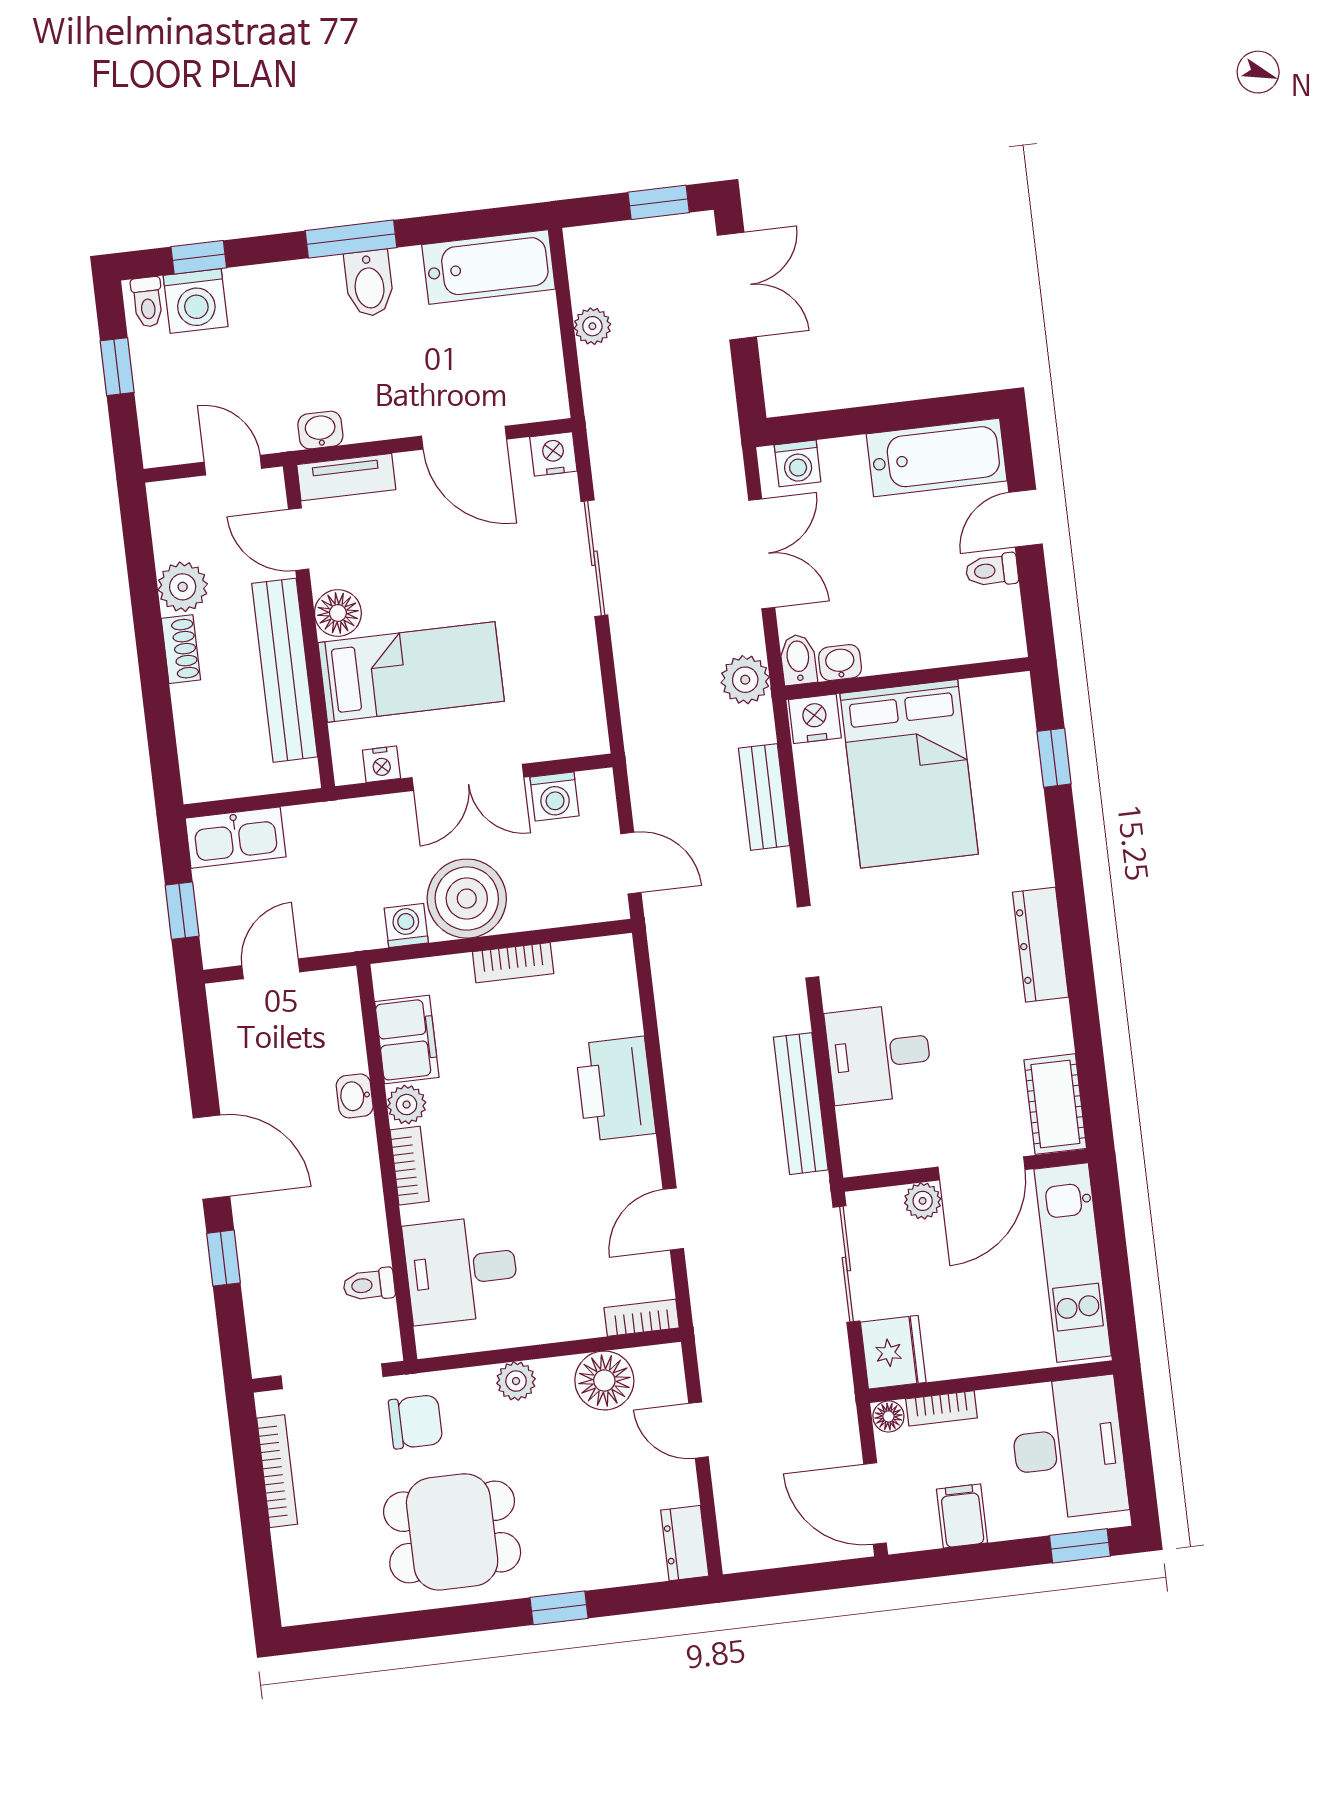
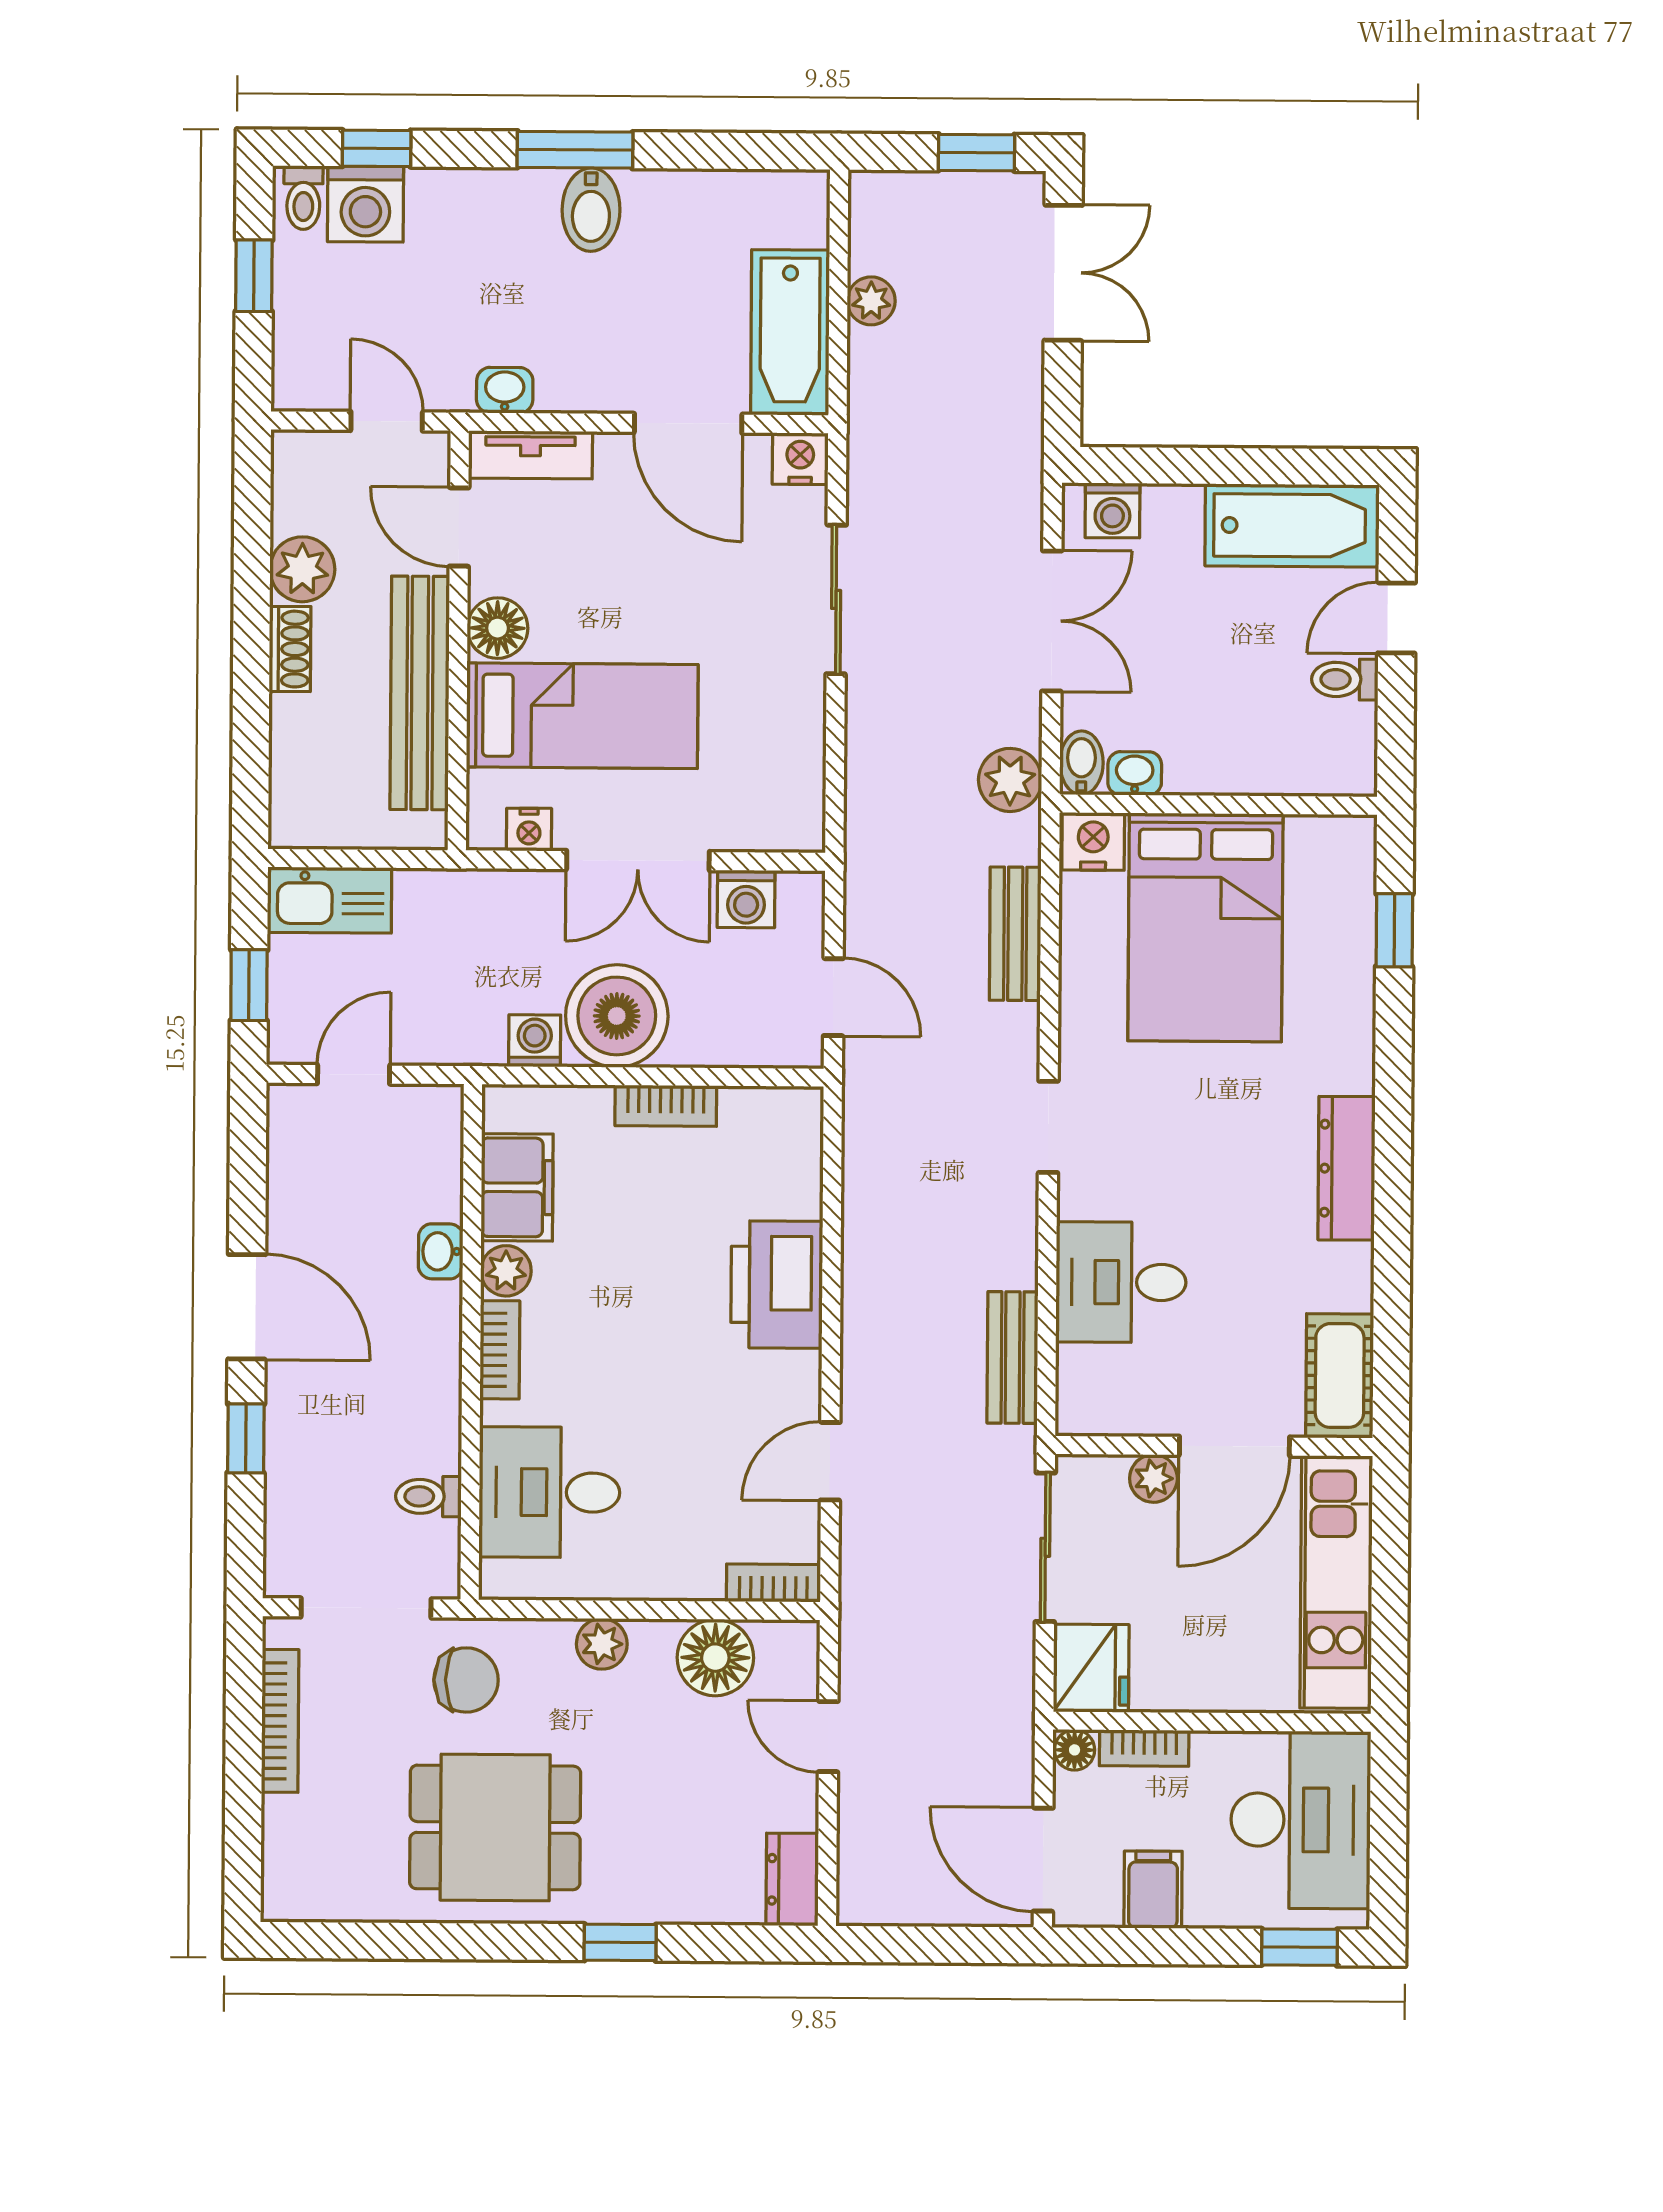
bathtub: (489, 267) -> (790, 332), moved, turned 90
bench: (801, 1104) -> (1013, 1357), width x0.73

